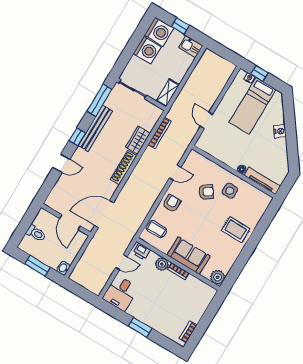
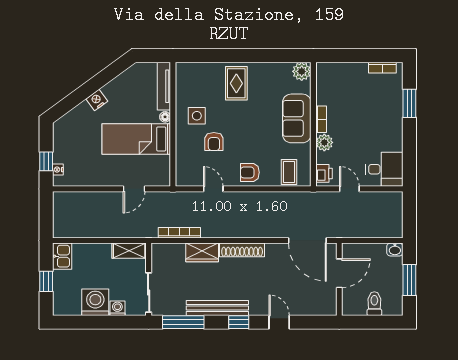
washing machine: (159, 32) -> (117, 308), moved, width x0.53, depth x0.53
bed: (253, 106) -> (136, 139), moved, turned 180
armchair: (206, 192) -> (214, 141), turned -145
window: (140, 327) -> (409, 103), moved

